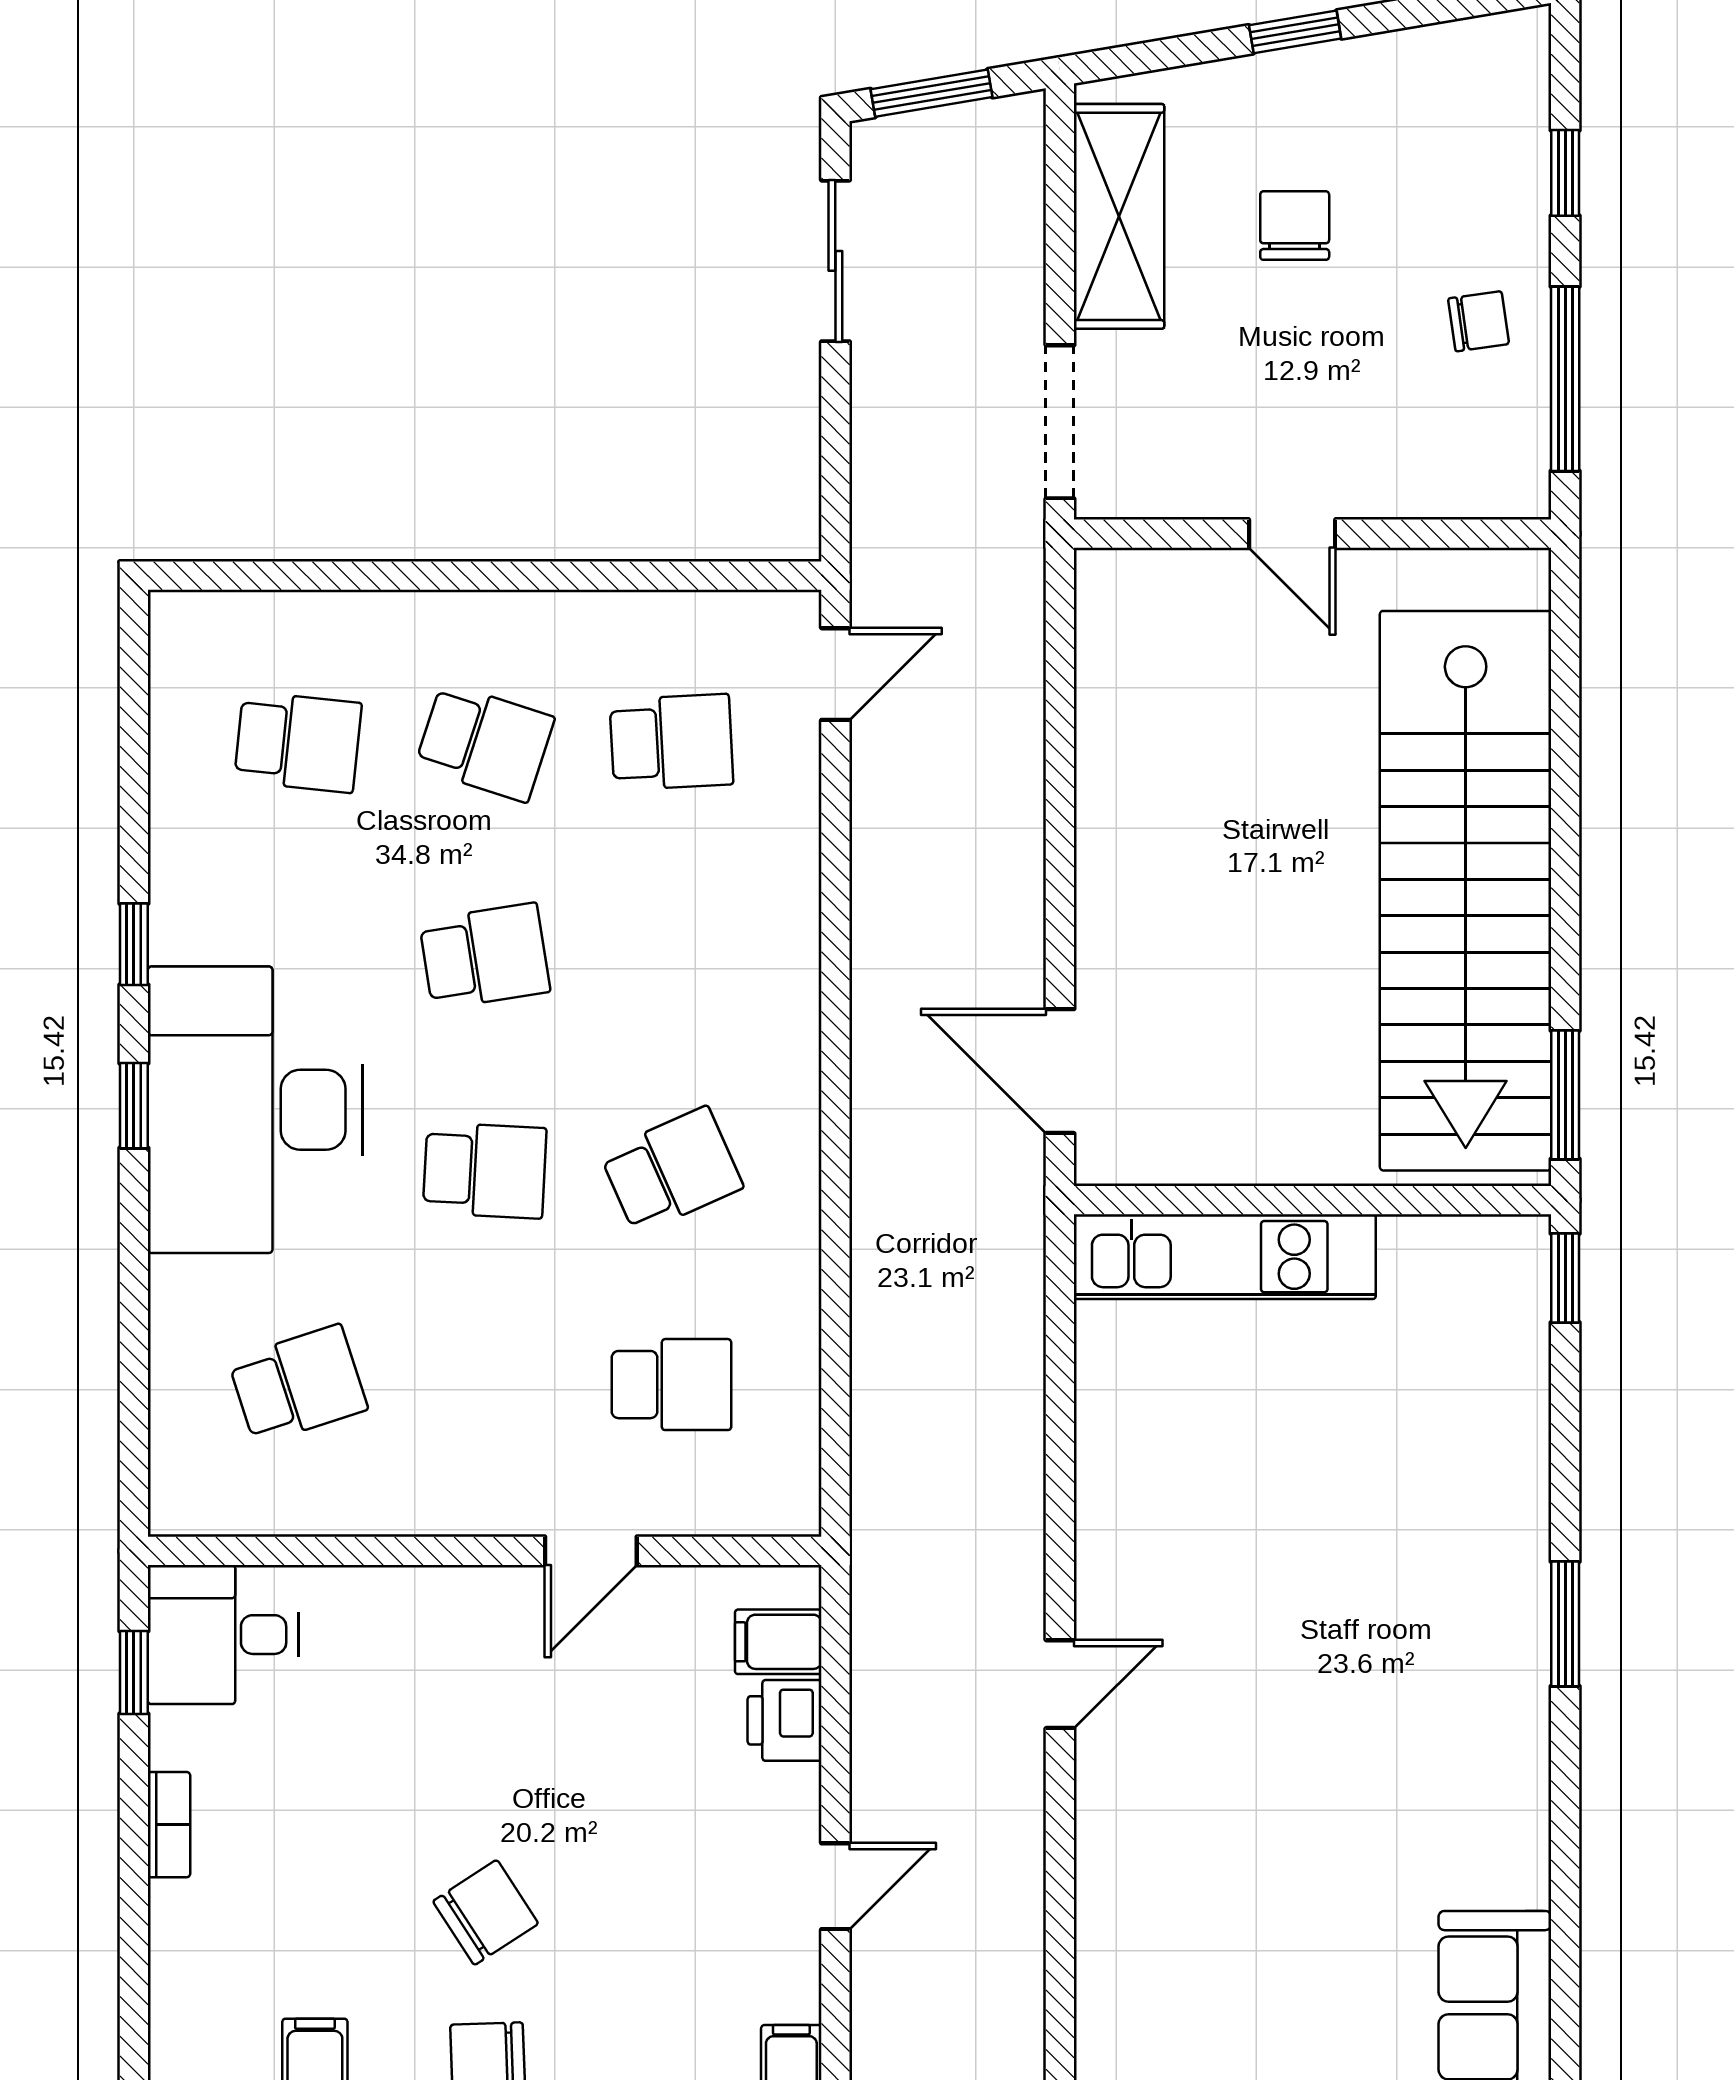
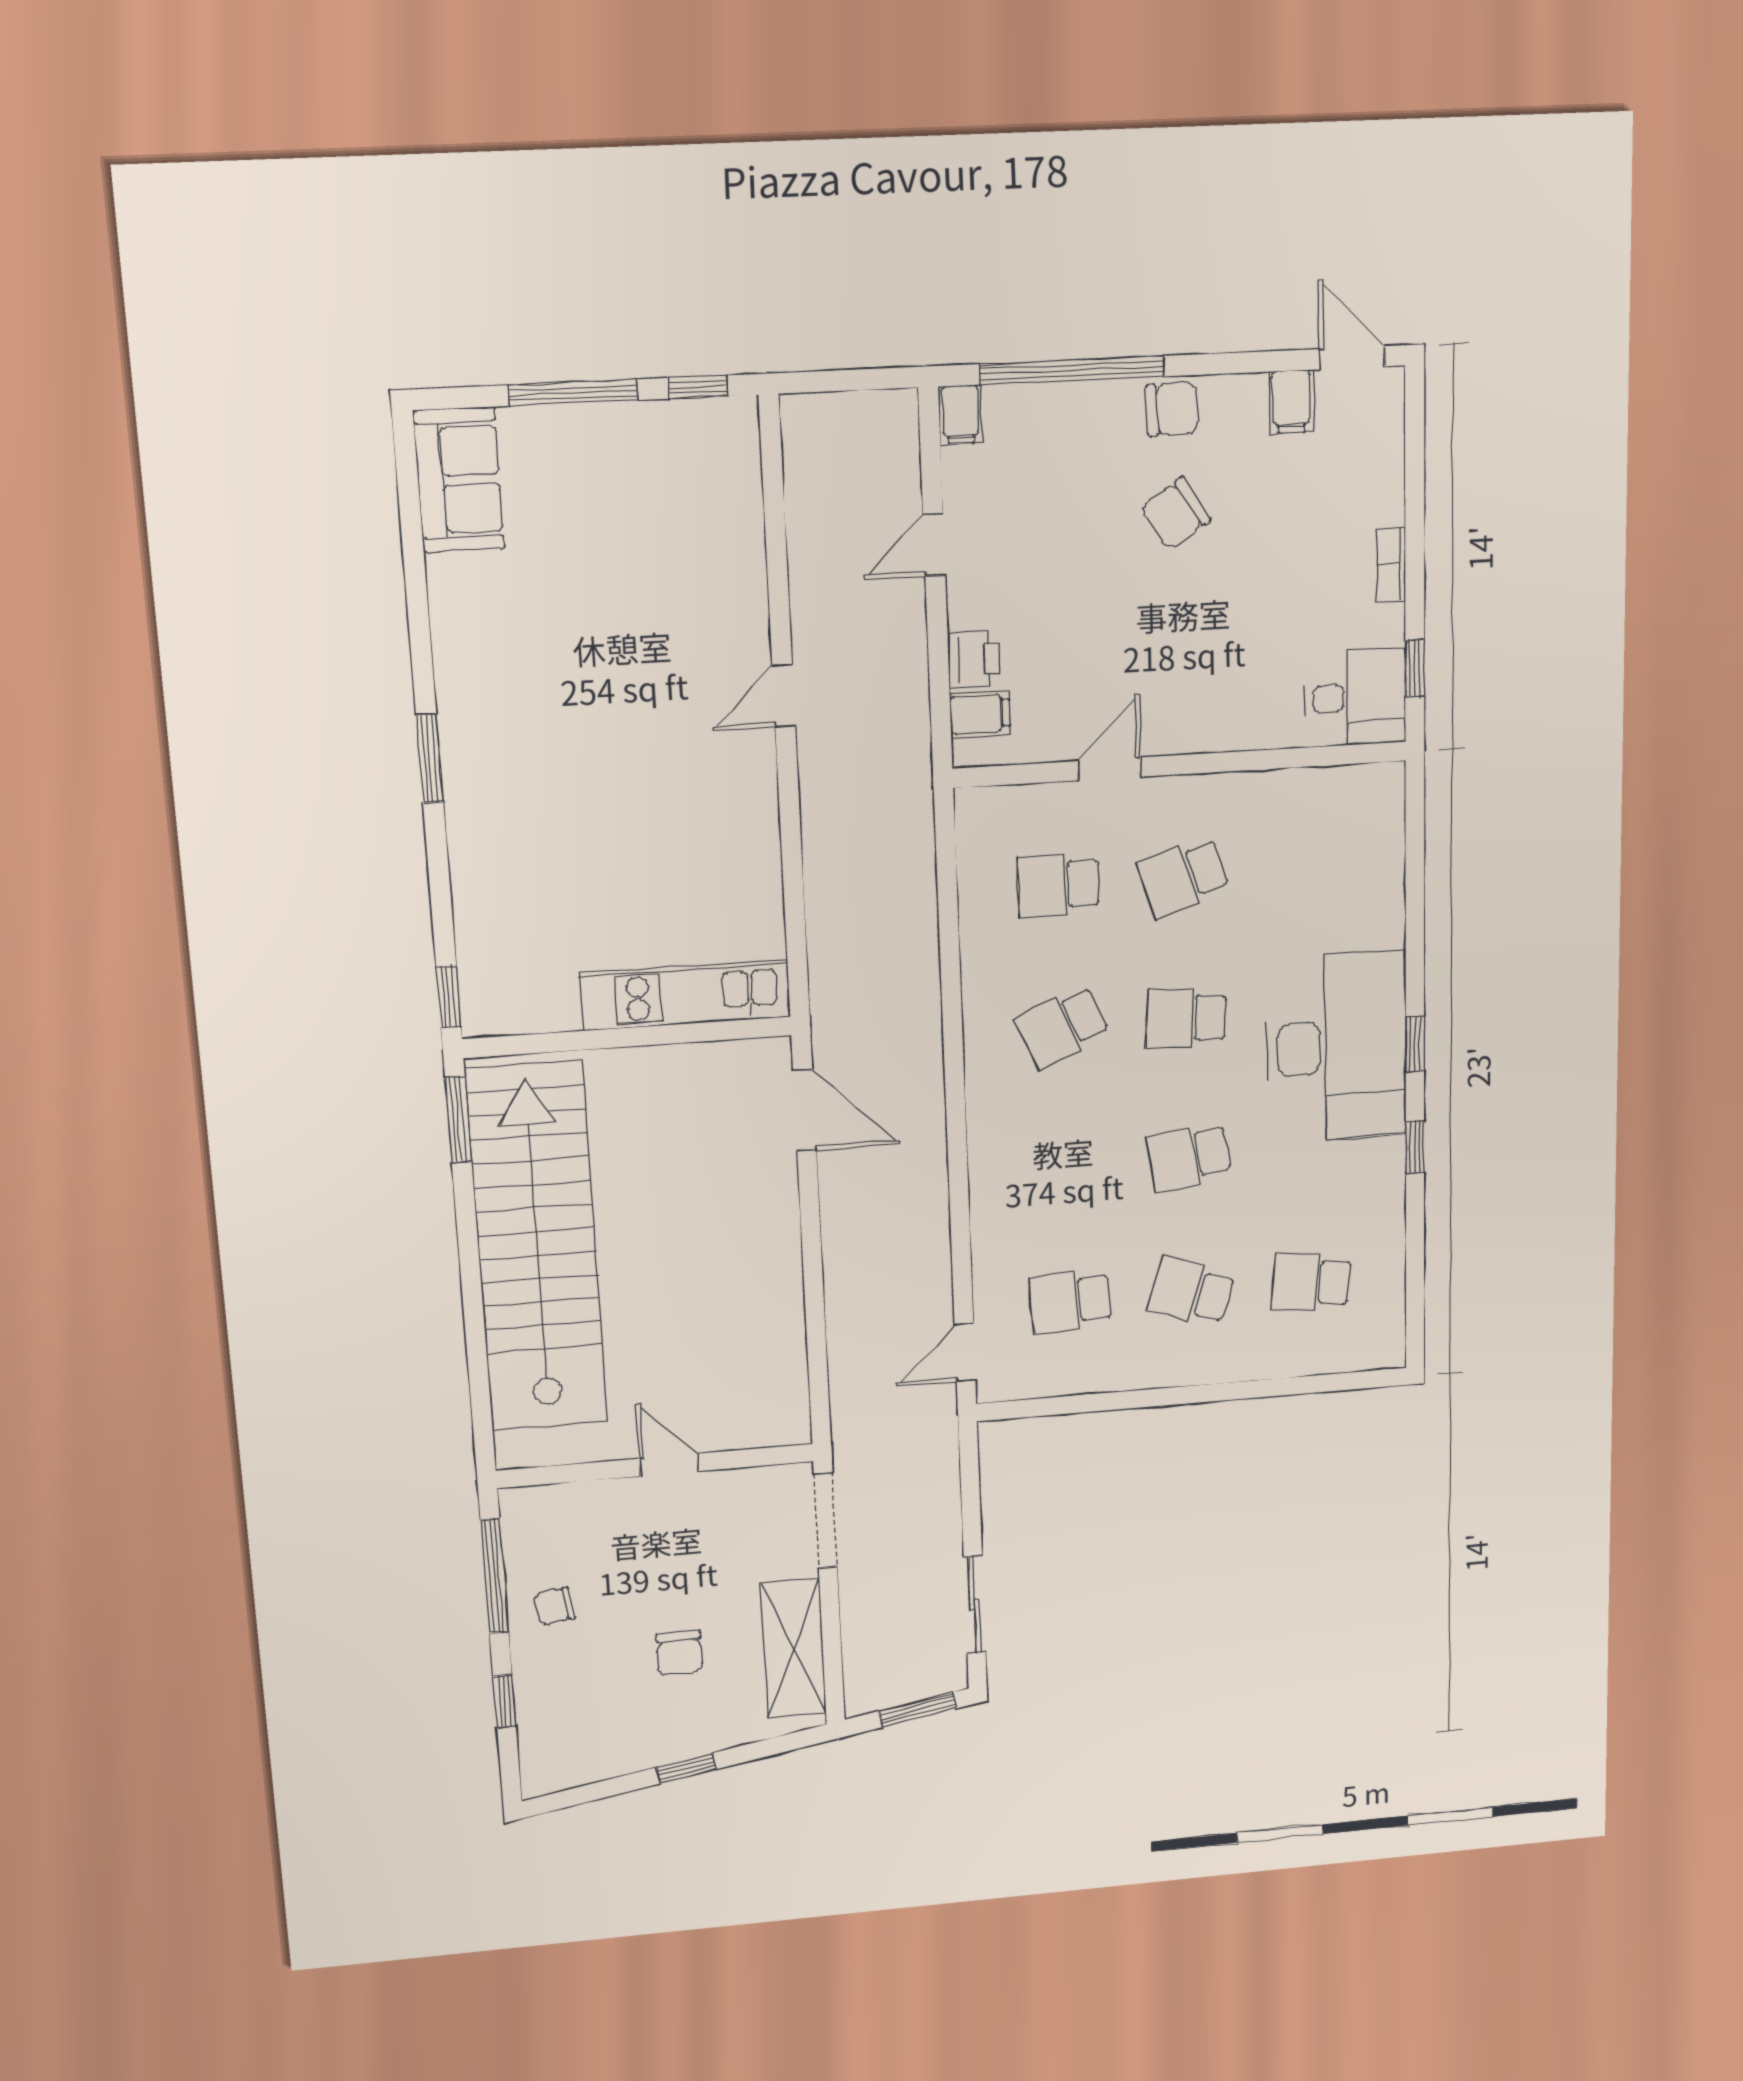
school desk: (298, 1385) -> (1183, 877), moved

